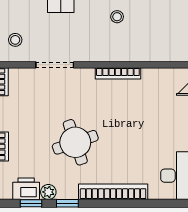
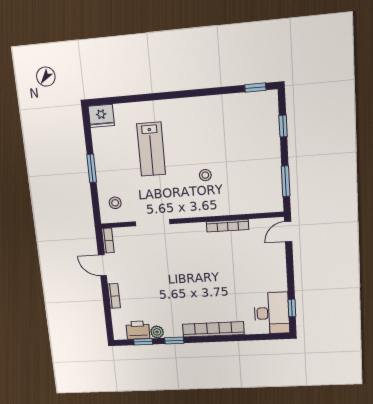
bookcase: (118, 73) -> (228, 226), moved
round table: (75, 142) -> (177, 289), removed

